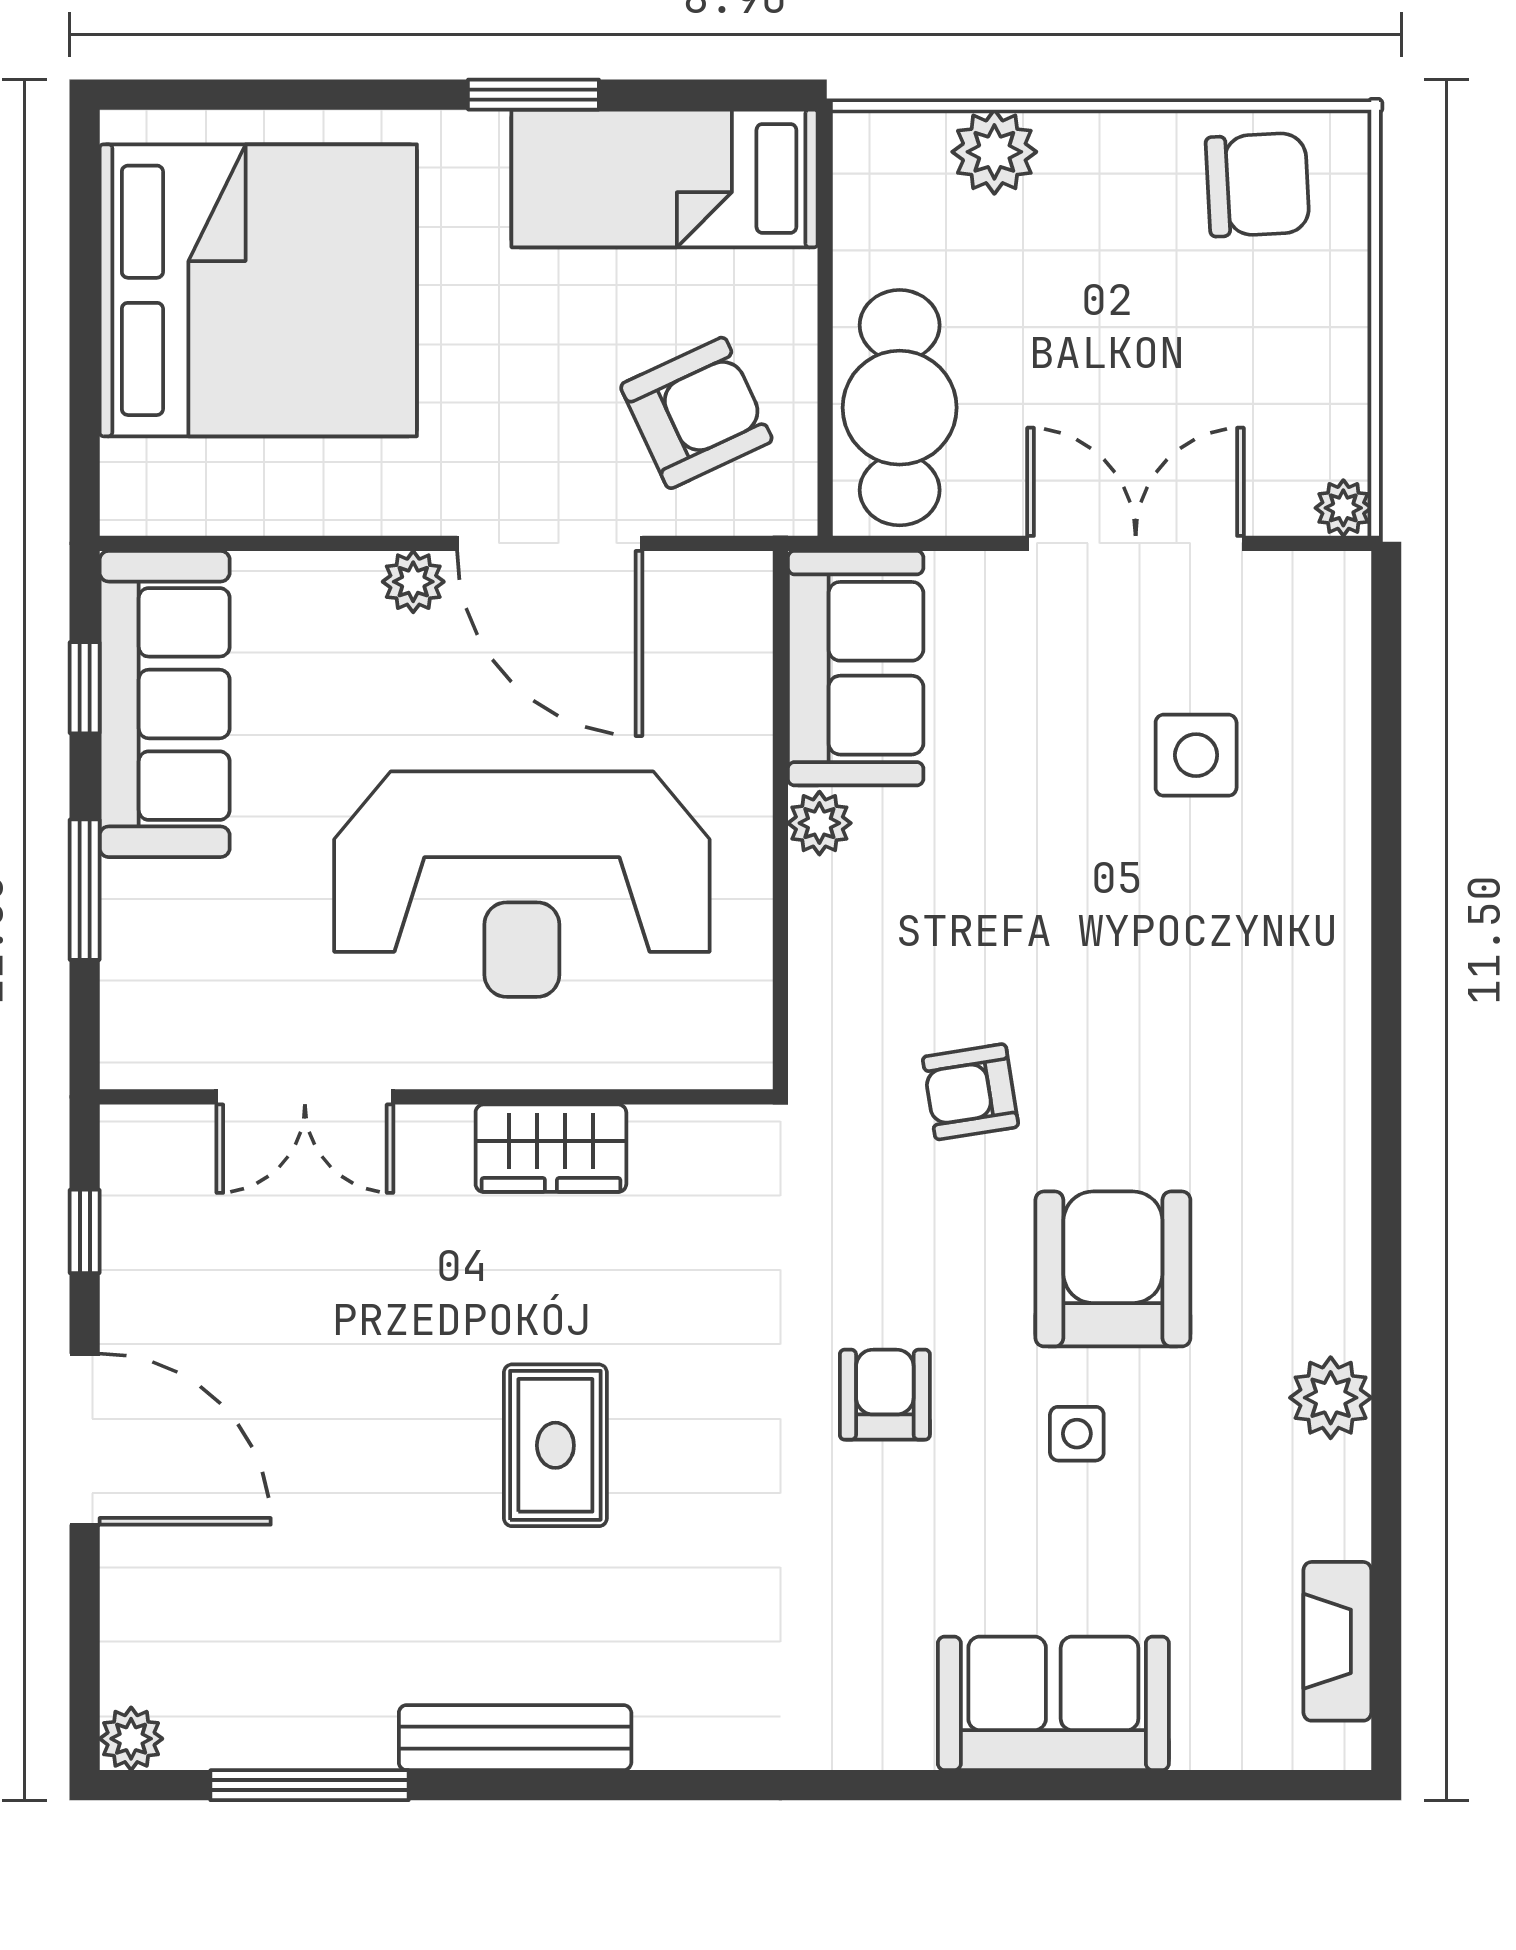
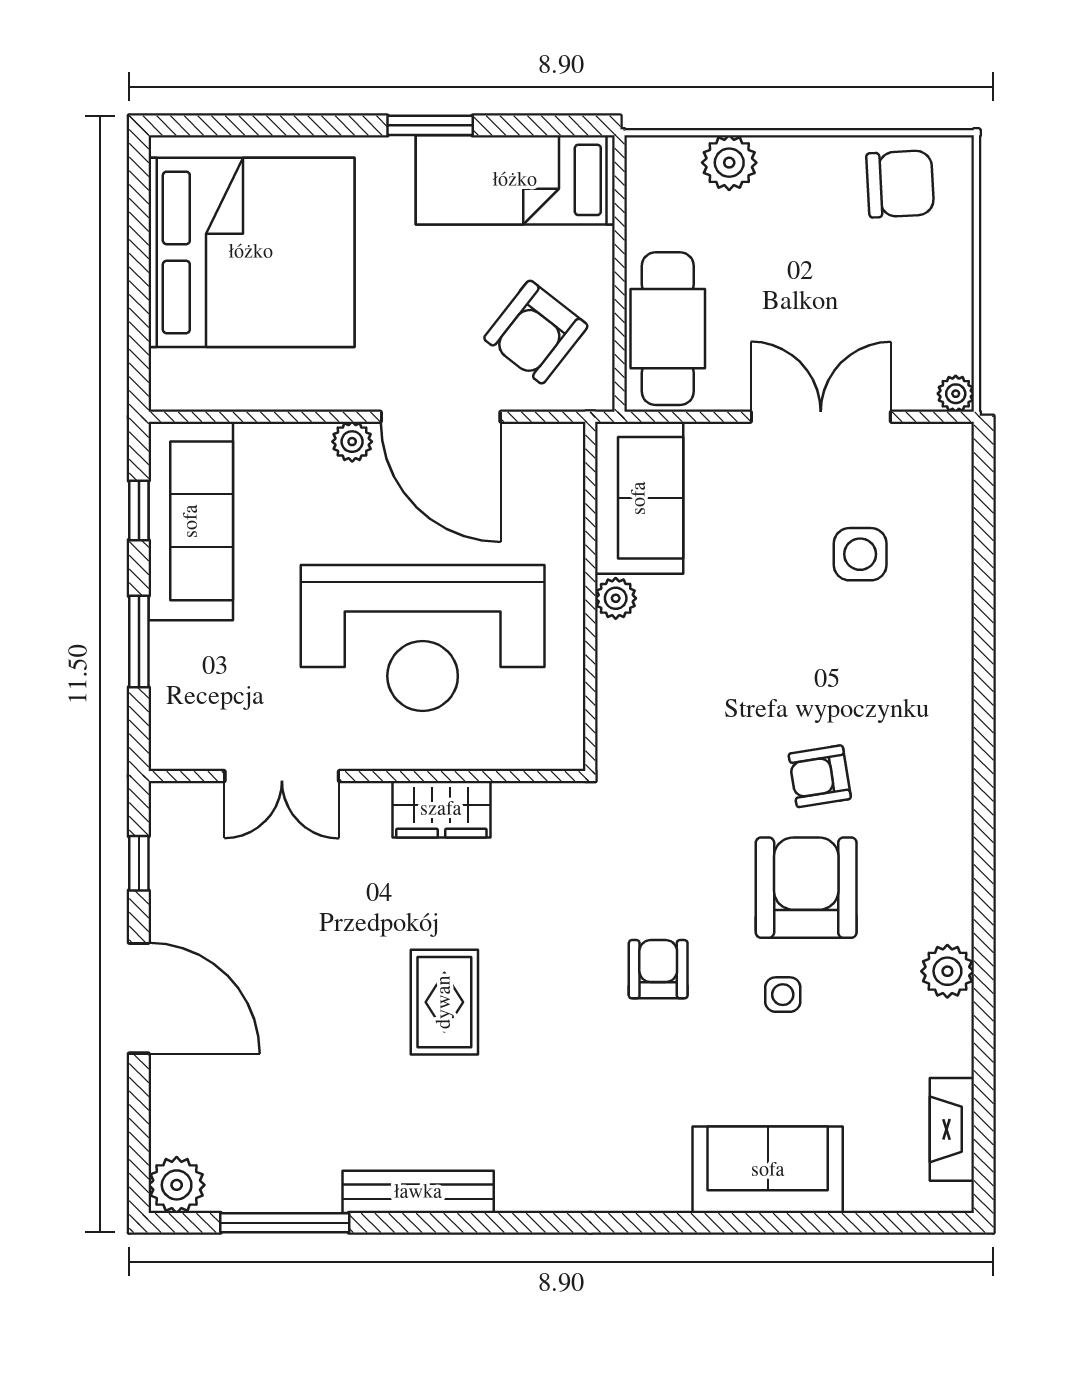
armchair: (696, 413) -> (536, 332), turned 153
armchair: (971, 1092) -> (820, 776), moved
plant: (131, 1739) -> (177, 1185), width x1.38, depth x1.38

